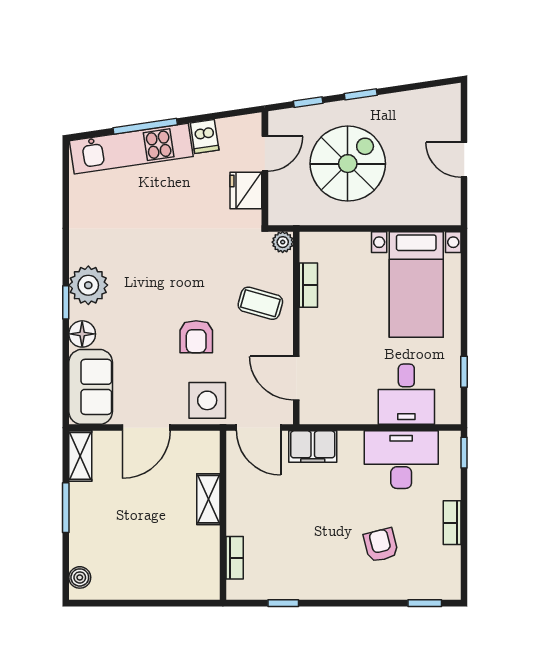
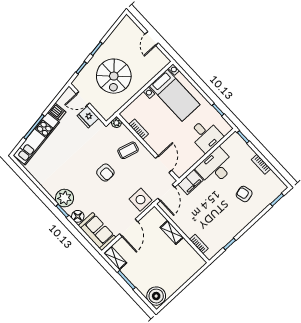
door: (265, 154) -> (83, 99), swing flipped
door: (464, 160) -> (152, 38), hinge flipped
spiral stairs: (348, 164) -> (114, 76), turned 180
armchair: (196, 337) -> (105, 173), moved
door: (296, 378) -> (164, 164), swing flipped
door: (259, 428) -> (166, 193), hinge flipped
desk: (401, 460) -> (216, 167), moved
boiler: (80, 577) -> (156, 296), width x1.86, depth x1.86

